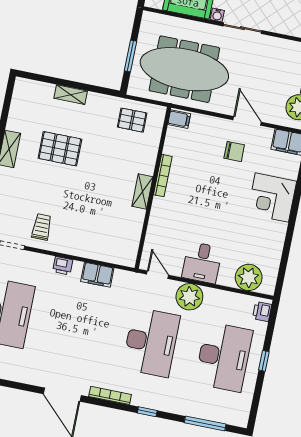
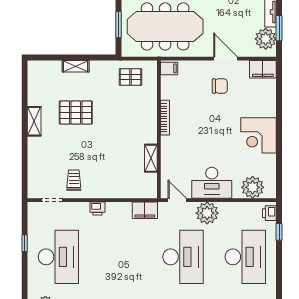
shelving: (142, 192) -> (151, 158), moved
corner desk: (272, 198) -> (259, 135), moved
desk: (202, 263) -> (212, 183), width x1.37
filing cabinet: (97, 275) -> (145, 210), moved
window: (264, 361) -> (279, 232), moved

